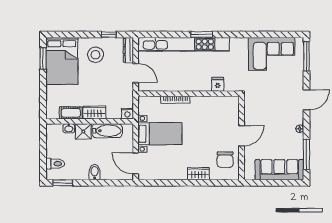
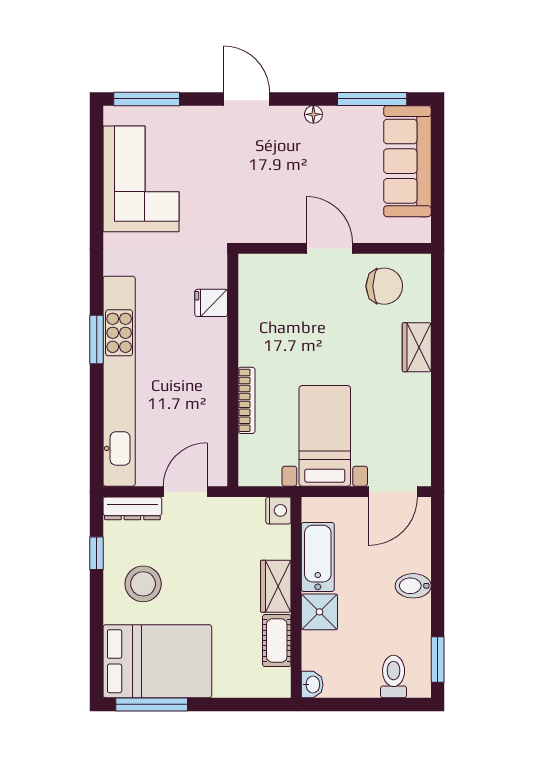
window: (43, 58) -> (152, 704), width x1.44
washbasin: (69, 128) -> (312, 685), moved

